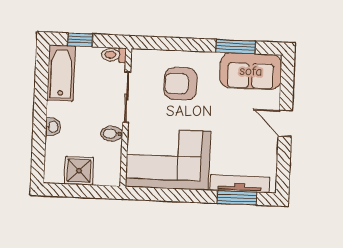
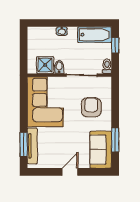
shower: (79, 171) -> (45, 65), moved

